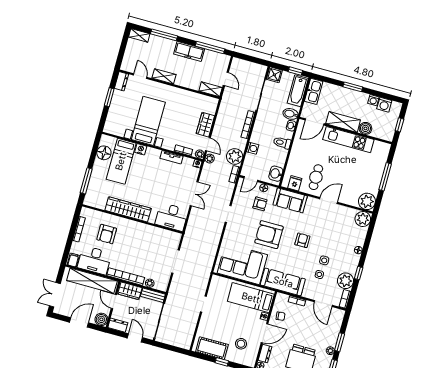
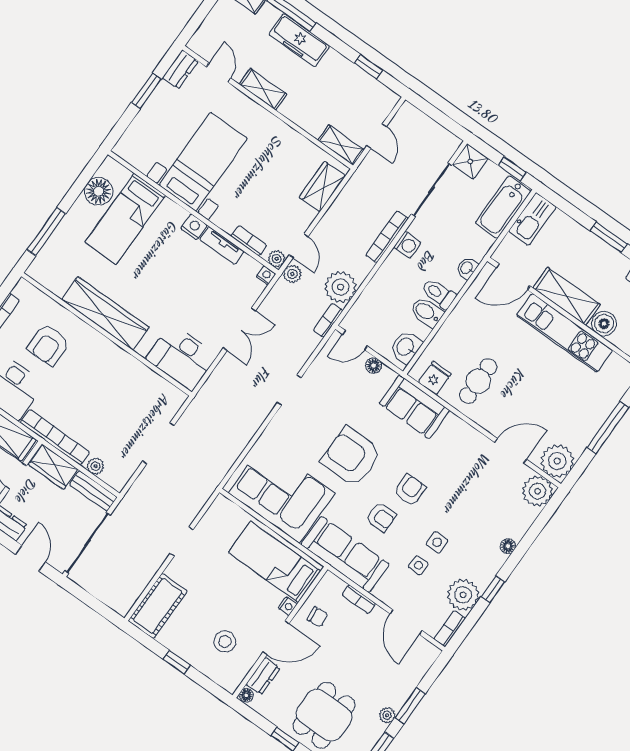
window: (210, 48) -> (368, 67), width x0.46
freezer: (189, 51) -> (299, 40), moved
bidet: (291, 114) -> (427, 312), moved
wardrobe: (205, 125) -> (322, 187), moved
washing machine: (253, 148) -> (407, 245), moved
nightstand: (141, 149) -> (194, 227), moved
door: (329, 201) -> (511, 451), moved
armchair: (260, 204) -> (381, 517), moved
cot: (212, 348) -> (158, 606), moved, turned 90

